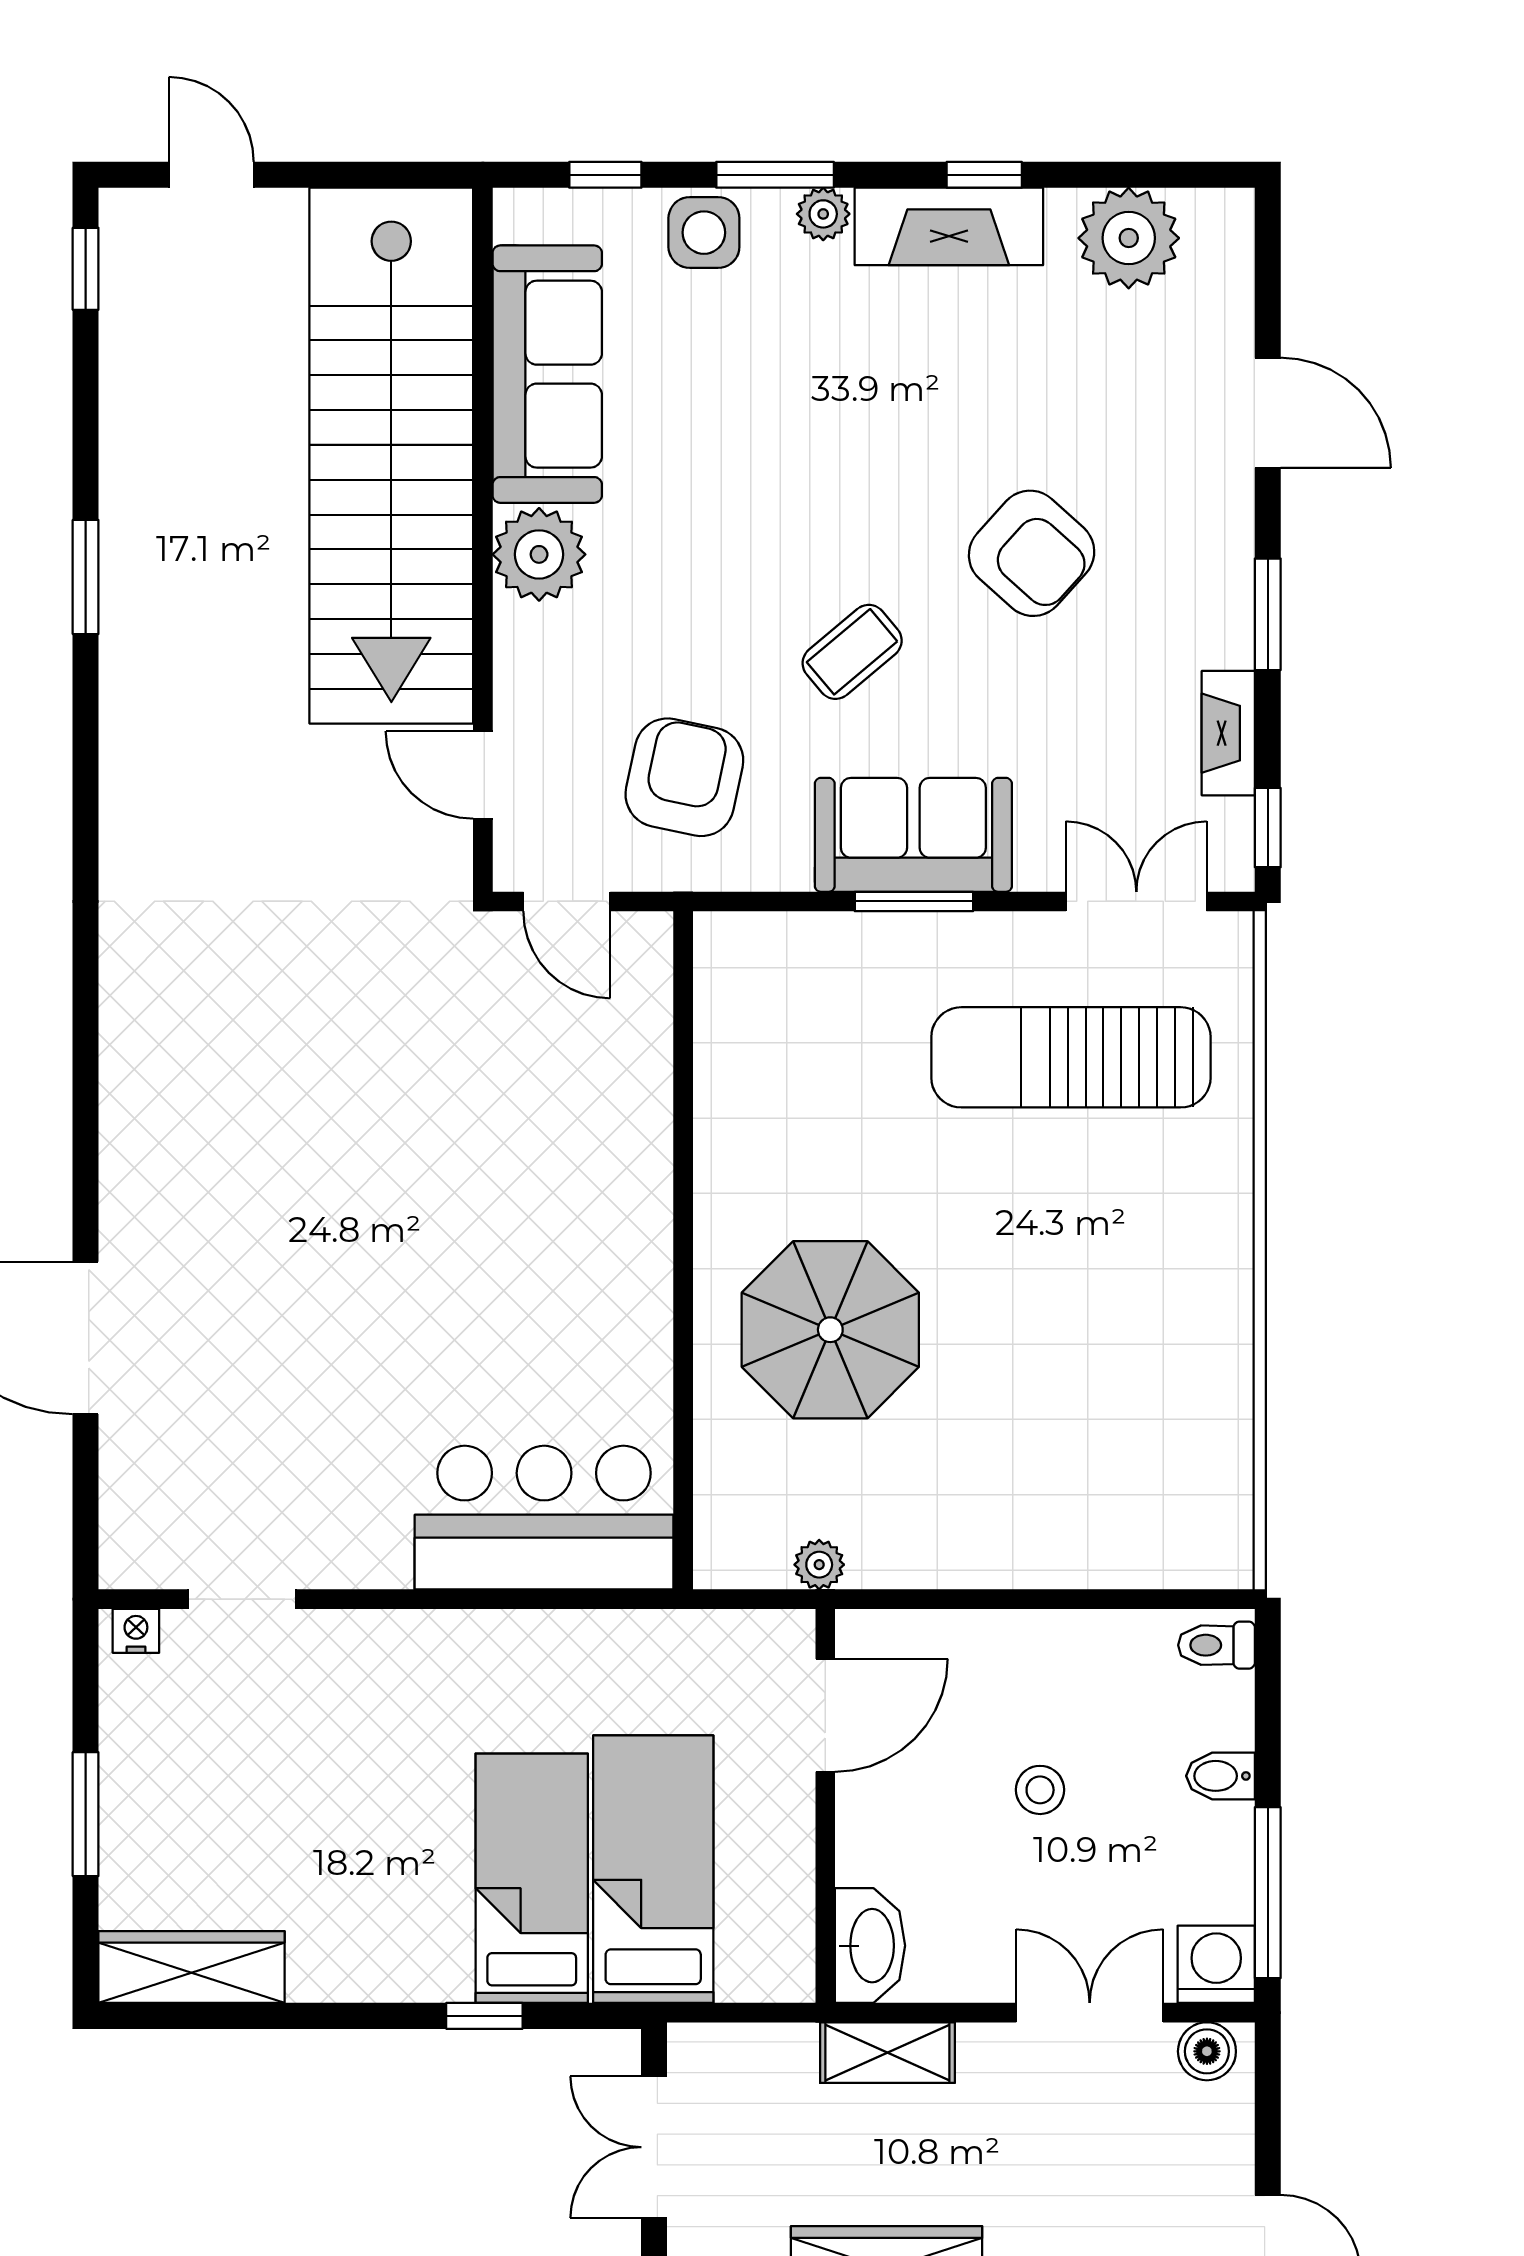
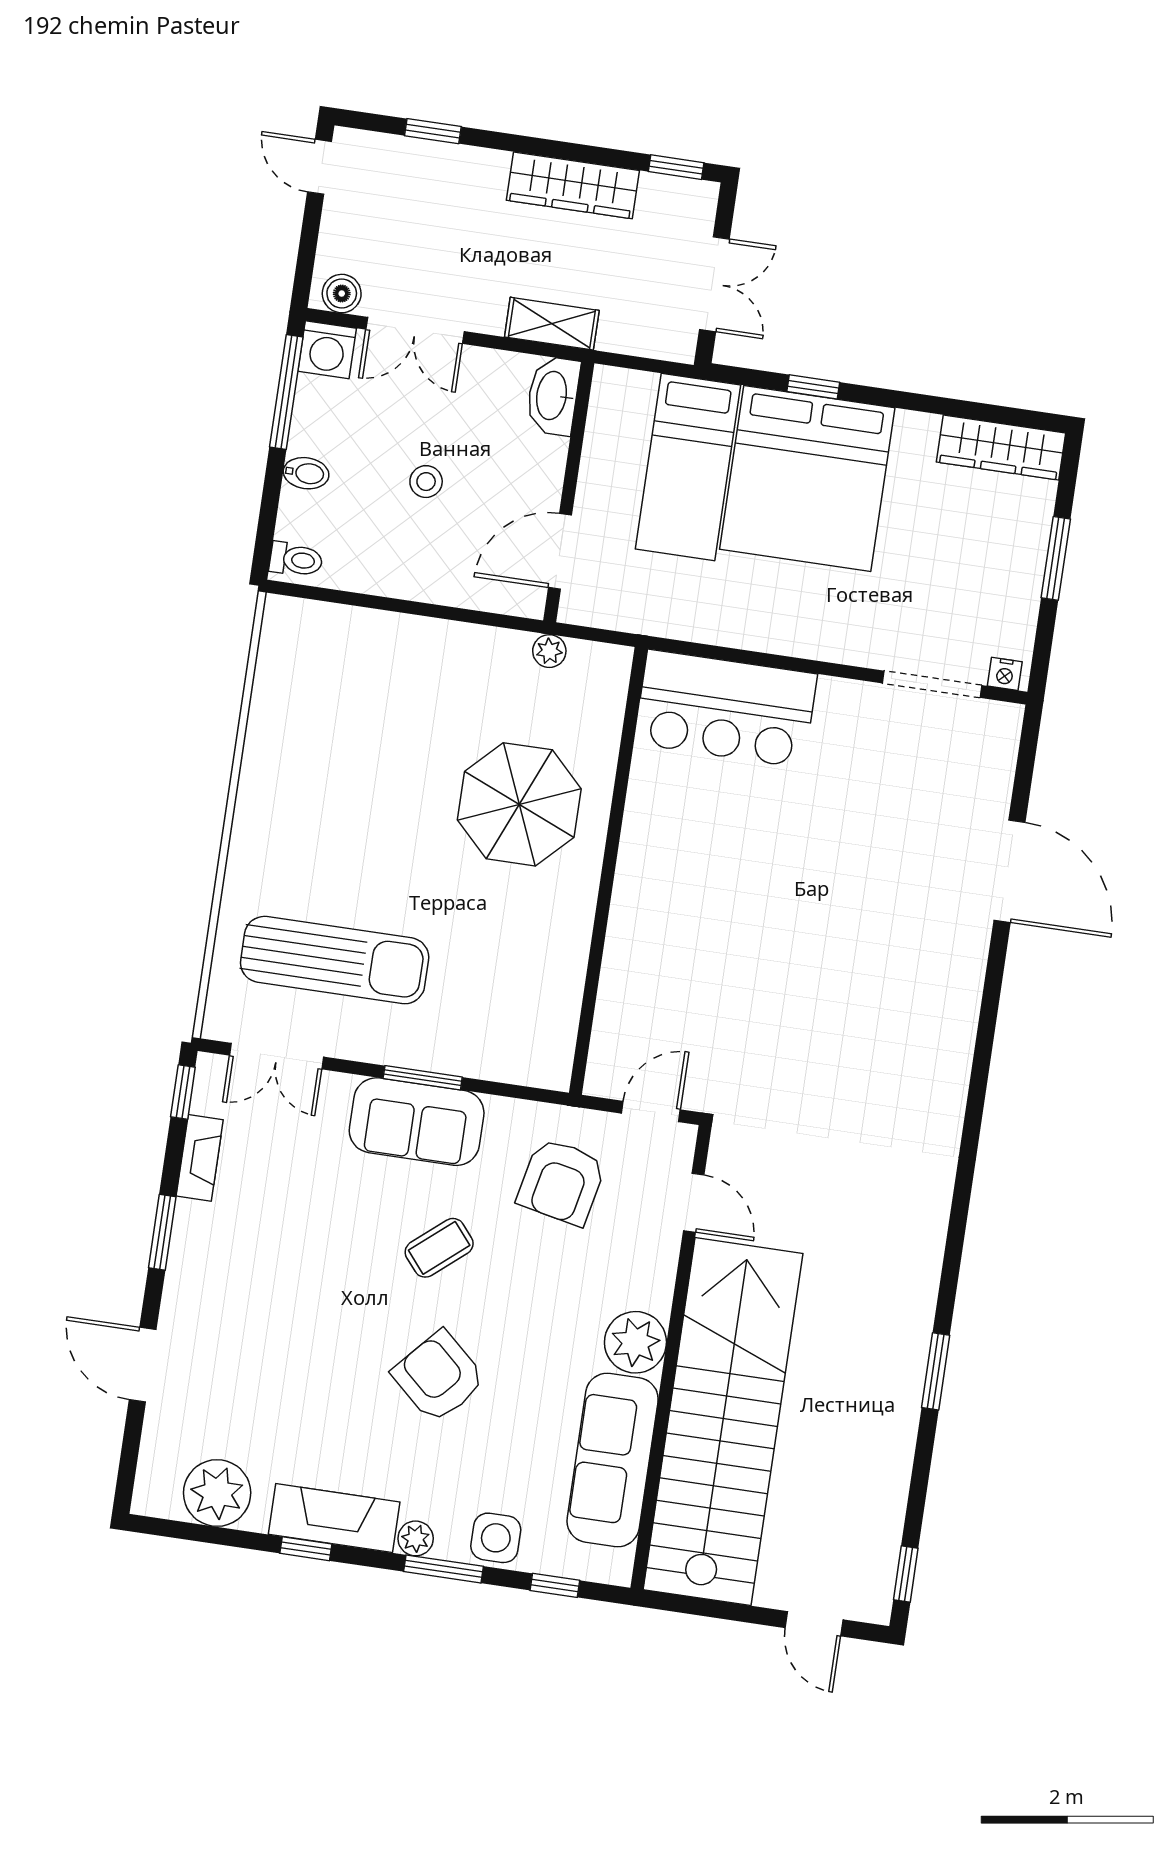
armchair: (1032, 553) -> (439, 1377), moved
door: (567, 901) -> (651, 1111), hinge flipped
doorway: (242, 1599) -> (932, 684), width x1.38
bed: (532, 1878) -> (807, 479), width x2.04

